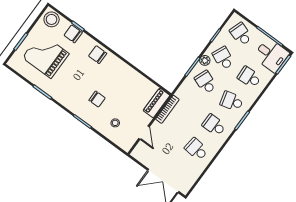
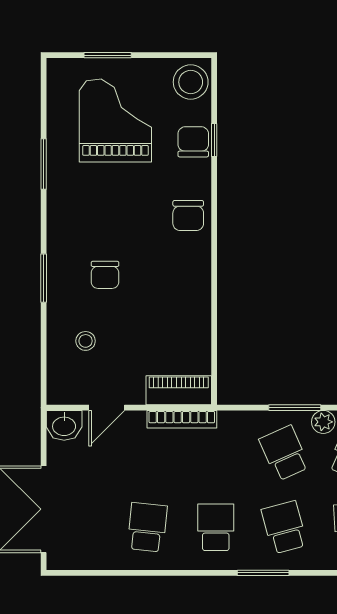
chair: (98, 55) -> (188, 216), turned 180
school desk: (206, 82) -> (284, 453), turned -45
washbasin: (139, 152) -> (64, 425), added

